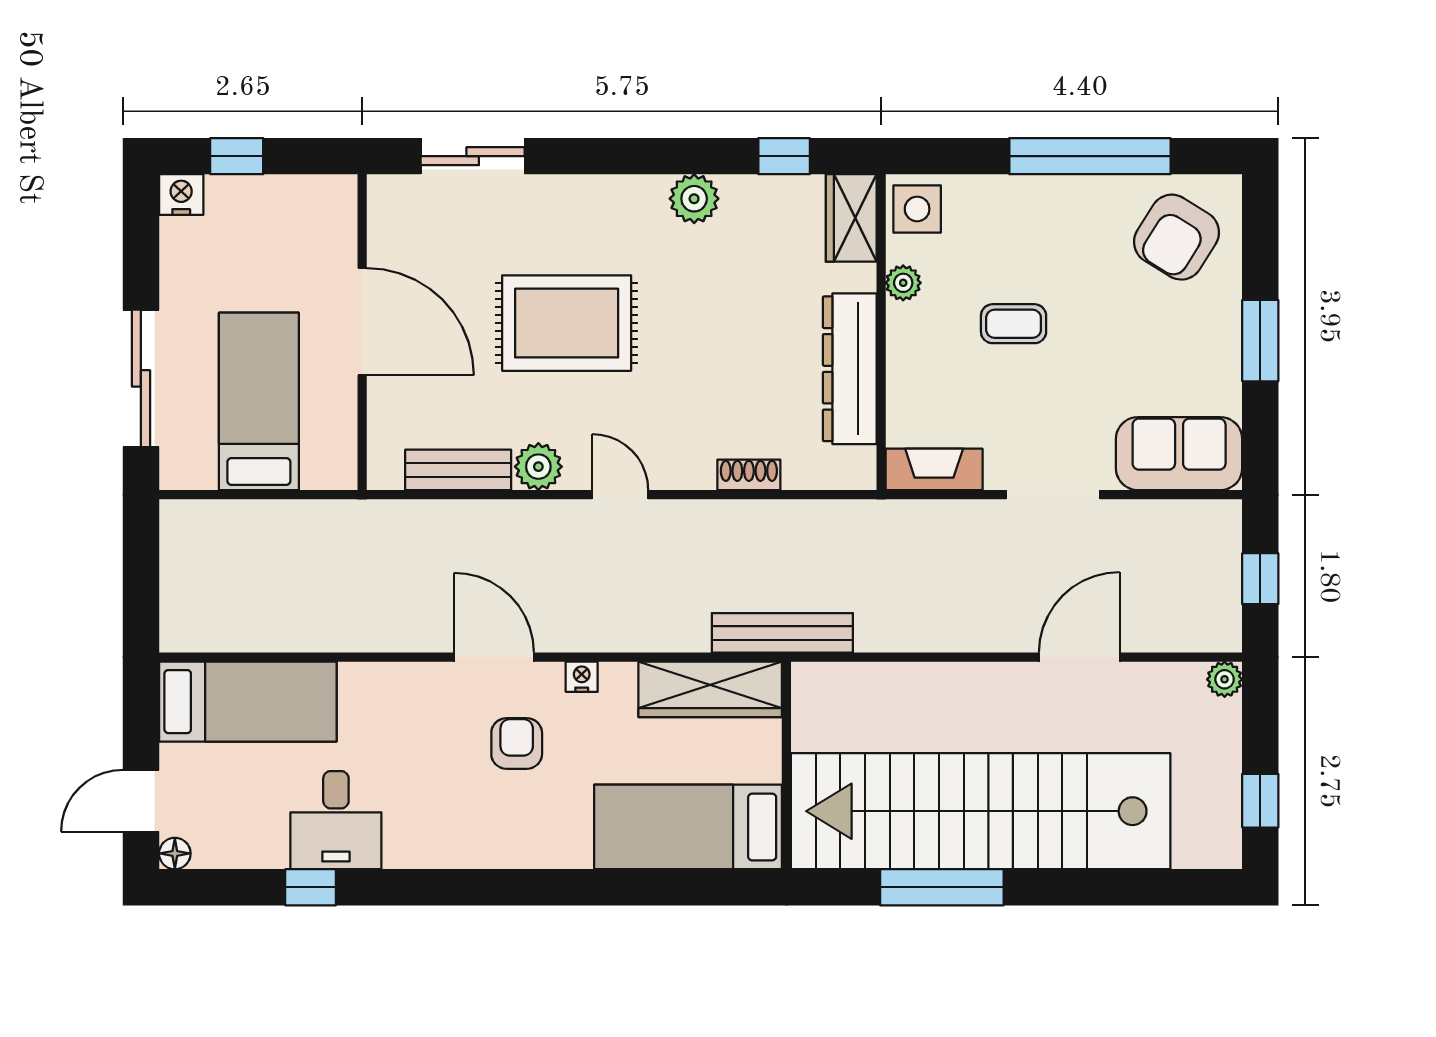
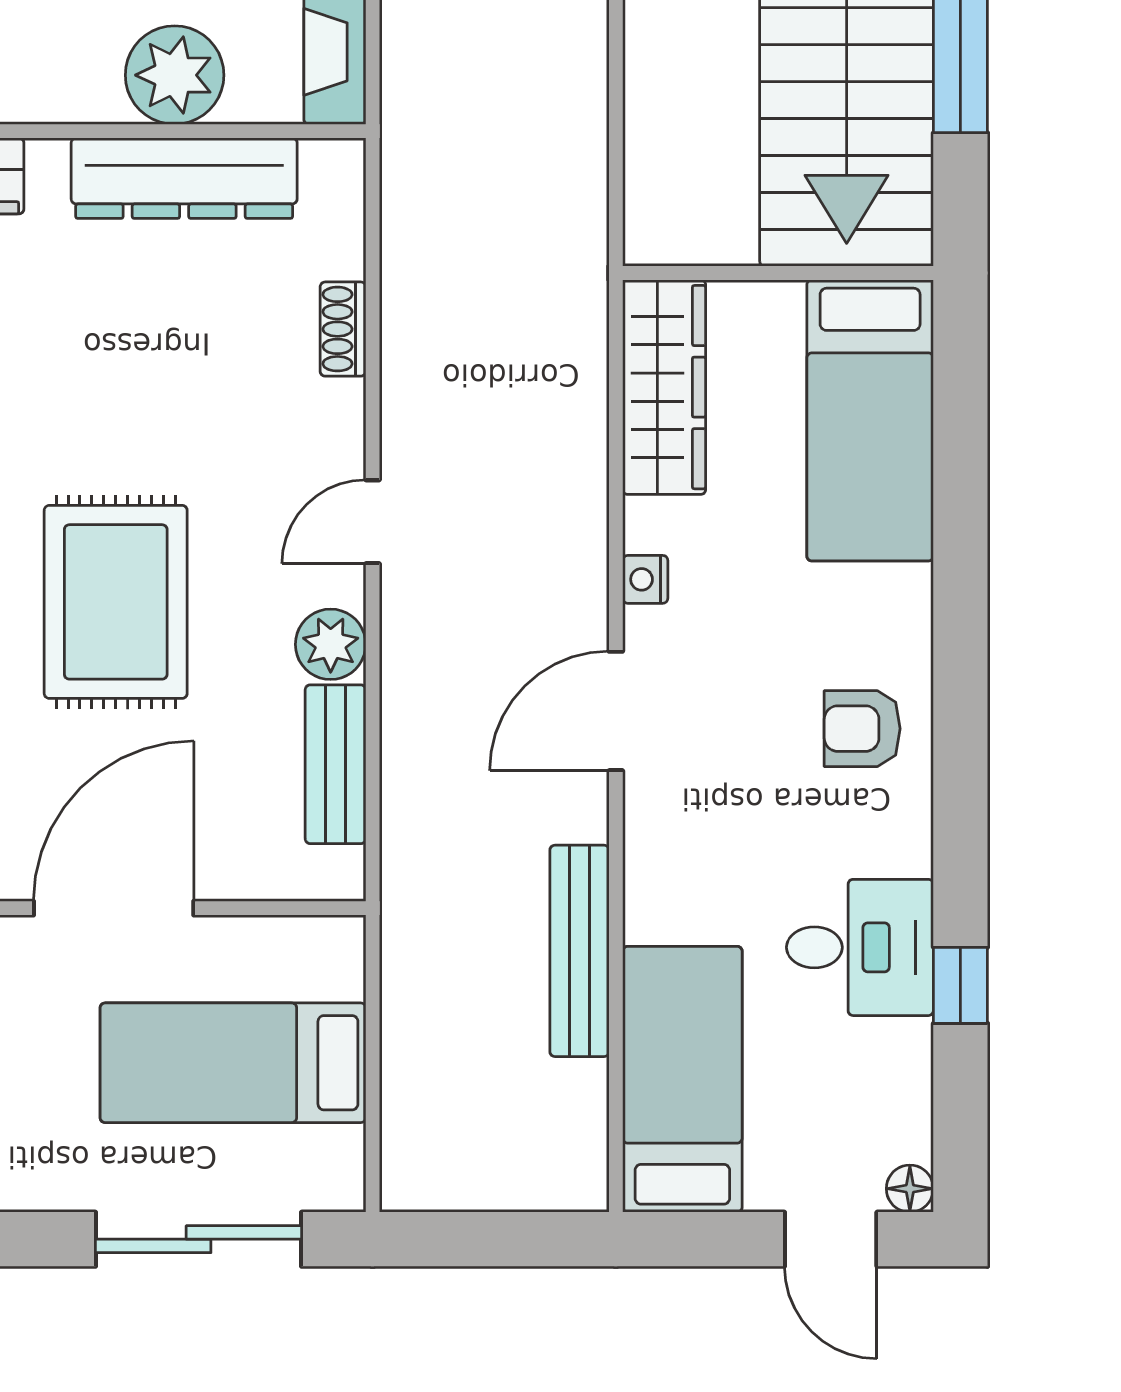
plant: (903, 283) -> (175, 75), moved, width x1.87, depth x1.87
bench: (782, 633) -> (579, 951), moved
armchair: (517, 743) -> (862, 729), moved

